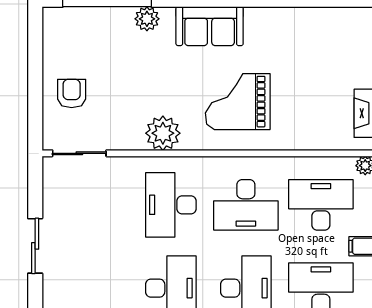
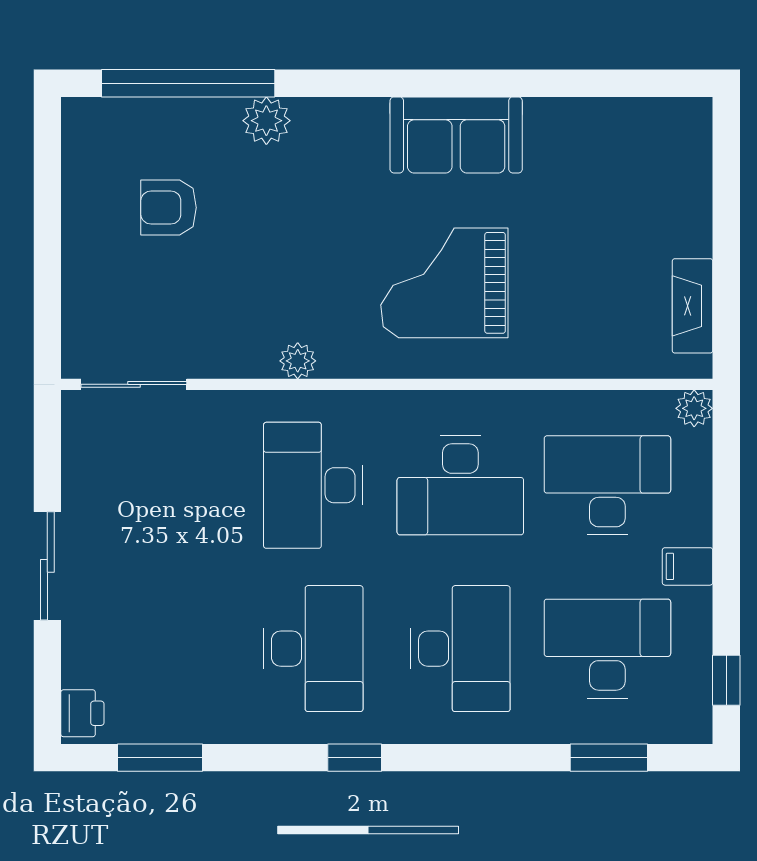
sofa: (210, 26) -> (456, 135), moved
armchair: (72, 93) -> (169, 208), moved, turned -90
plant: (163, 133) -> (298, 361), width x0.53, depth x0.53

